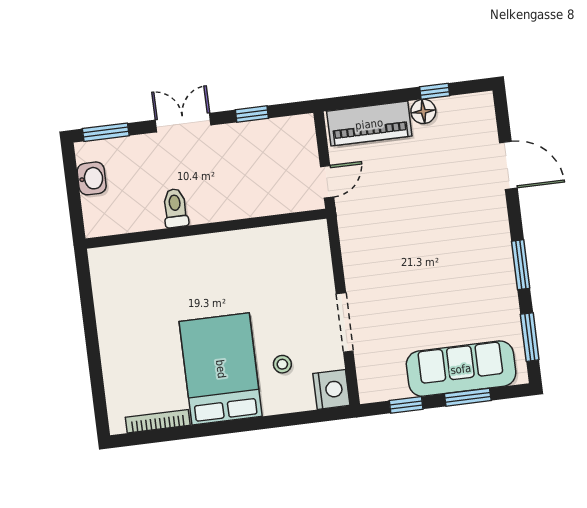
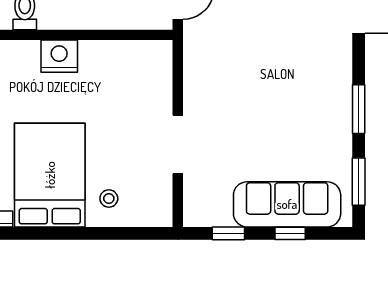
stool: (282, 364) -> (109, 198), moved
nightstand: (331, 389) -> (59, 56), moved, turned -90
window: (468, 397) -> (290, 233), width x0.67

